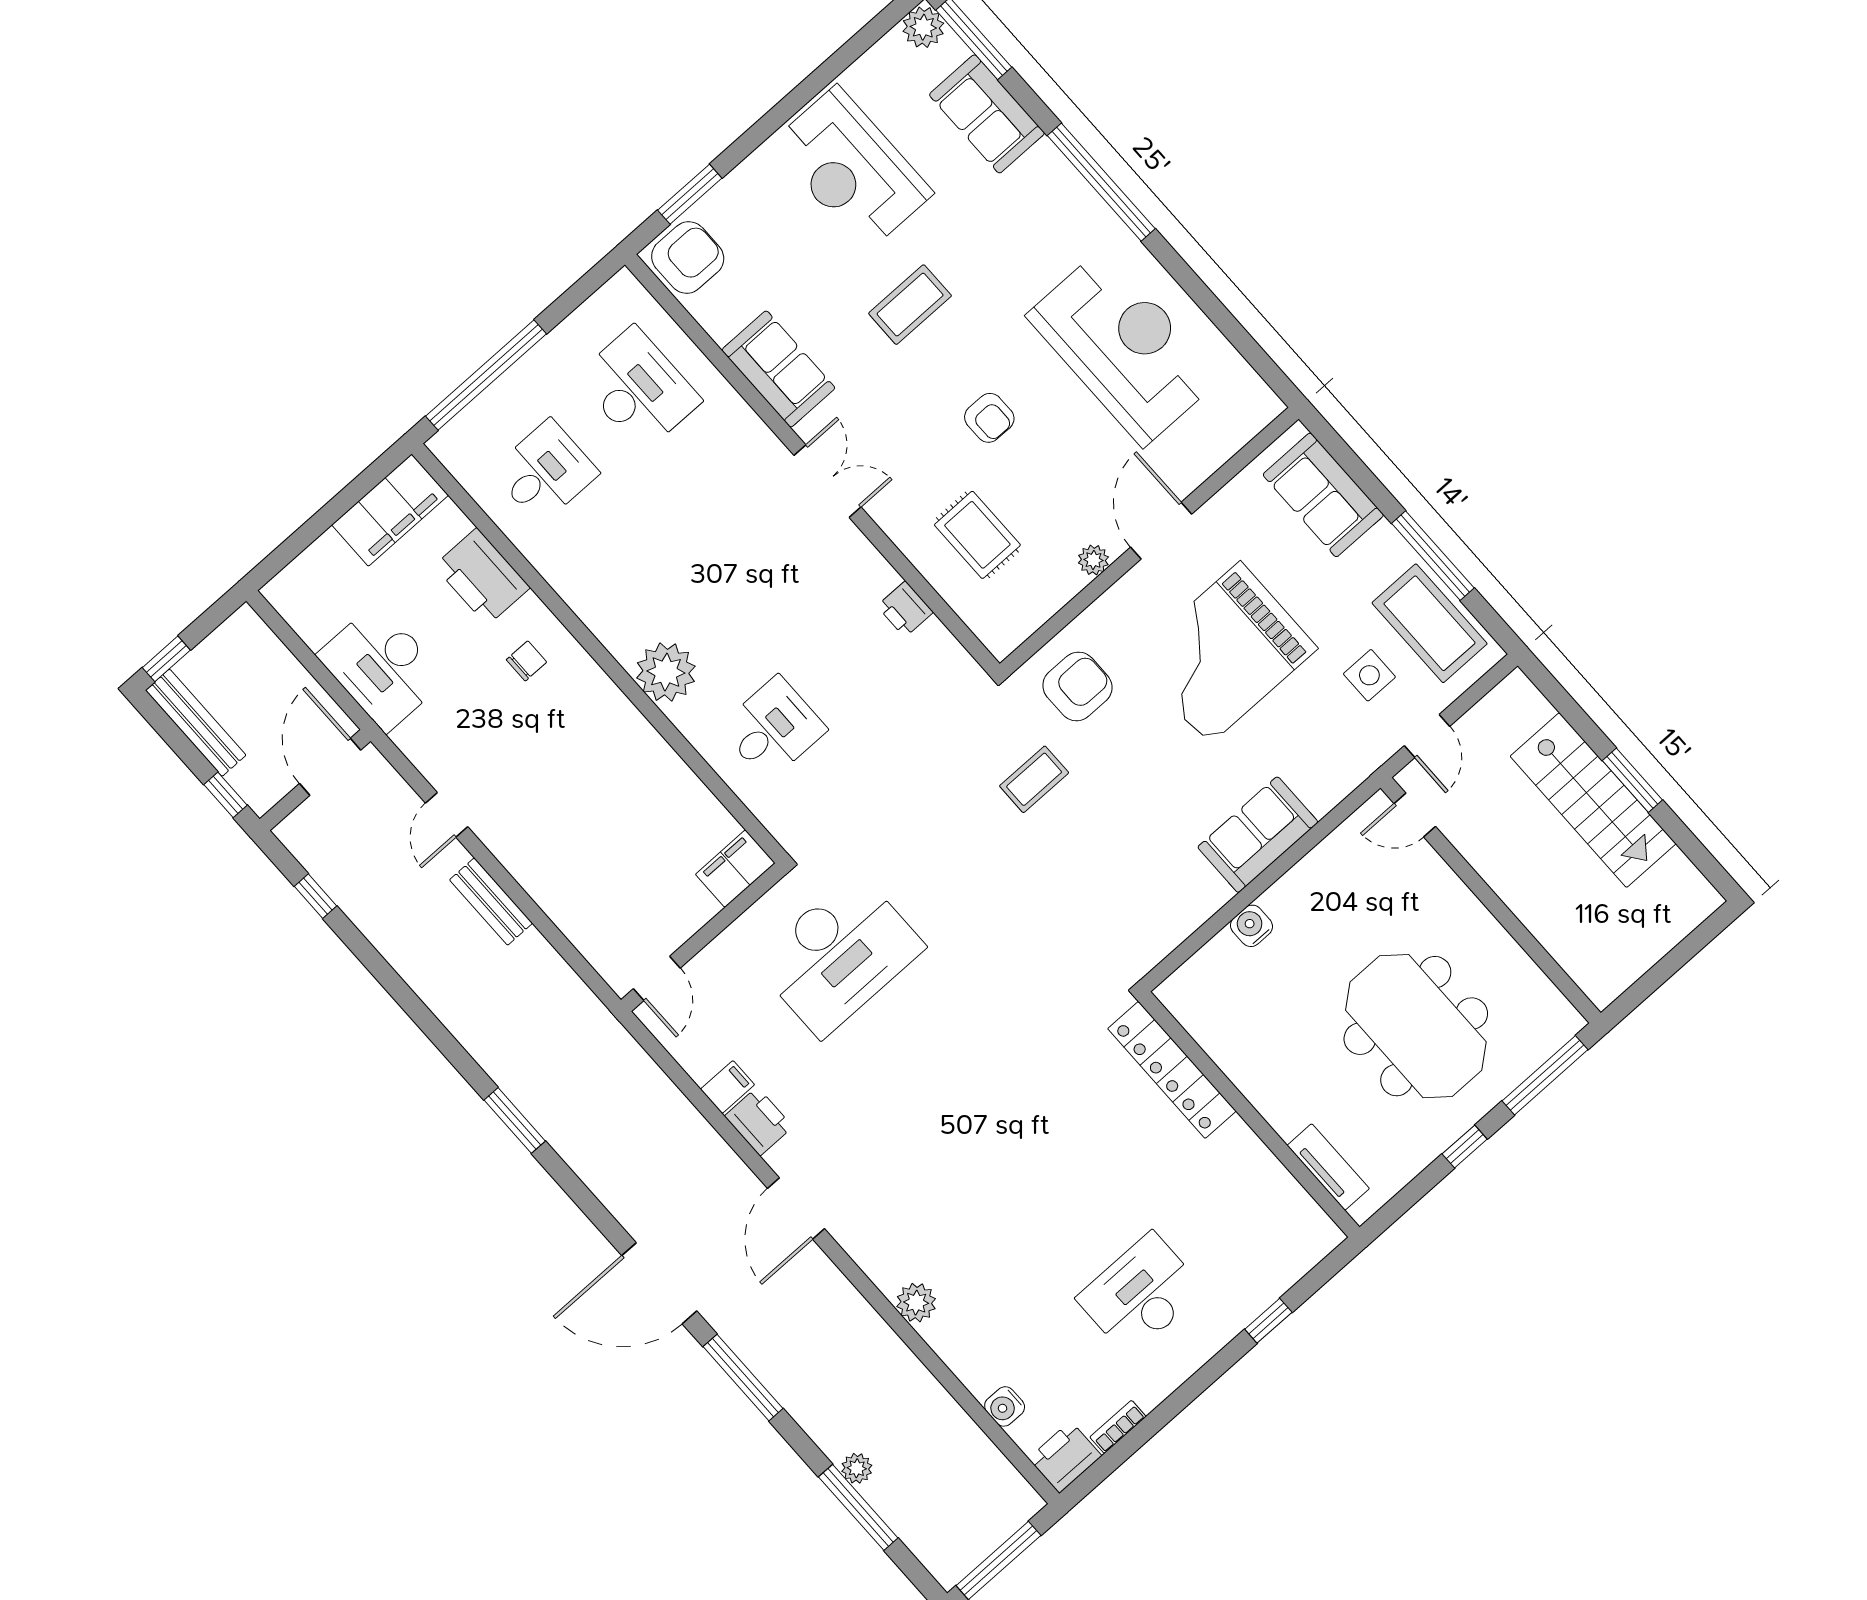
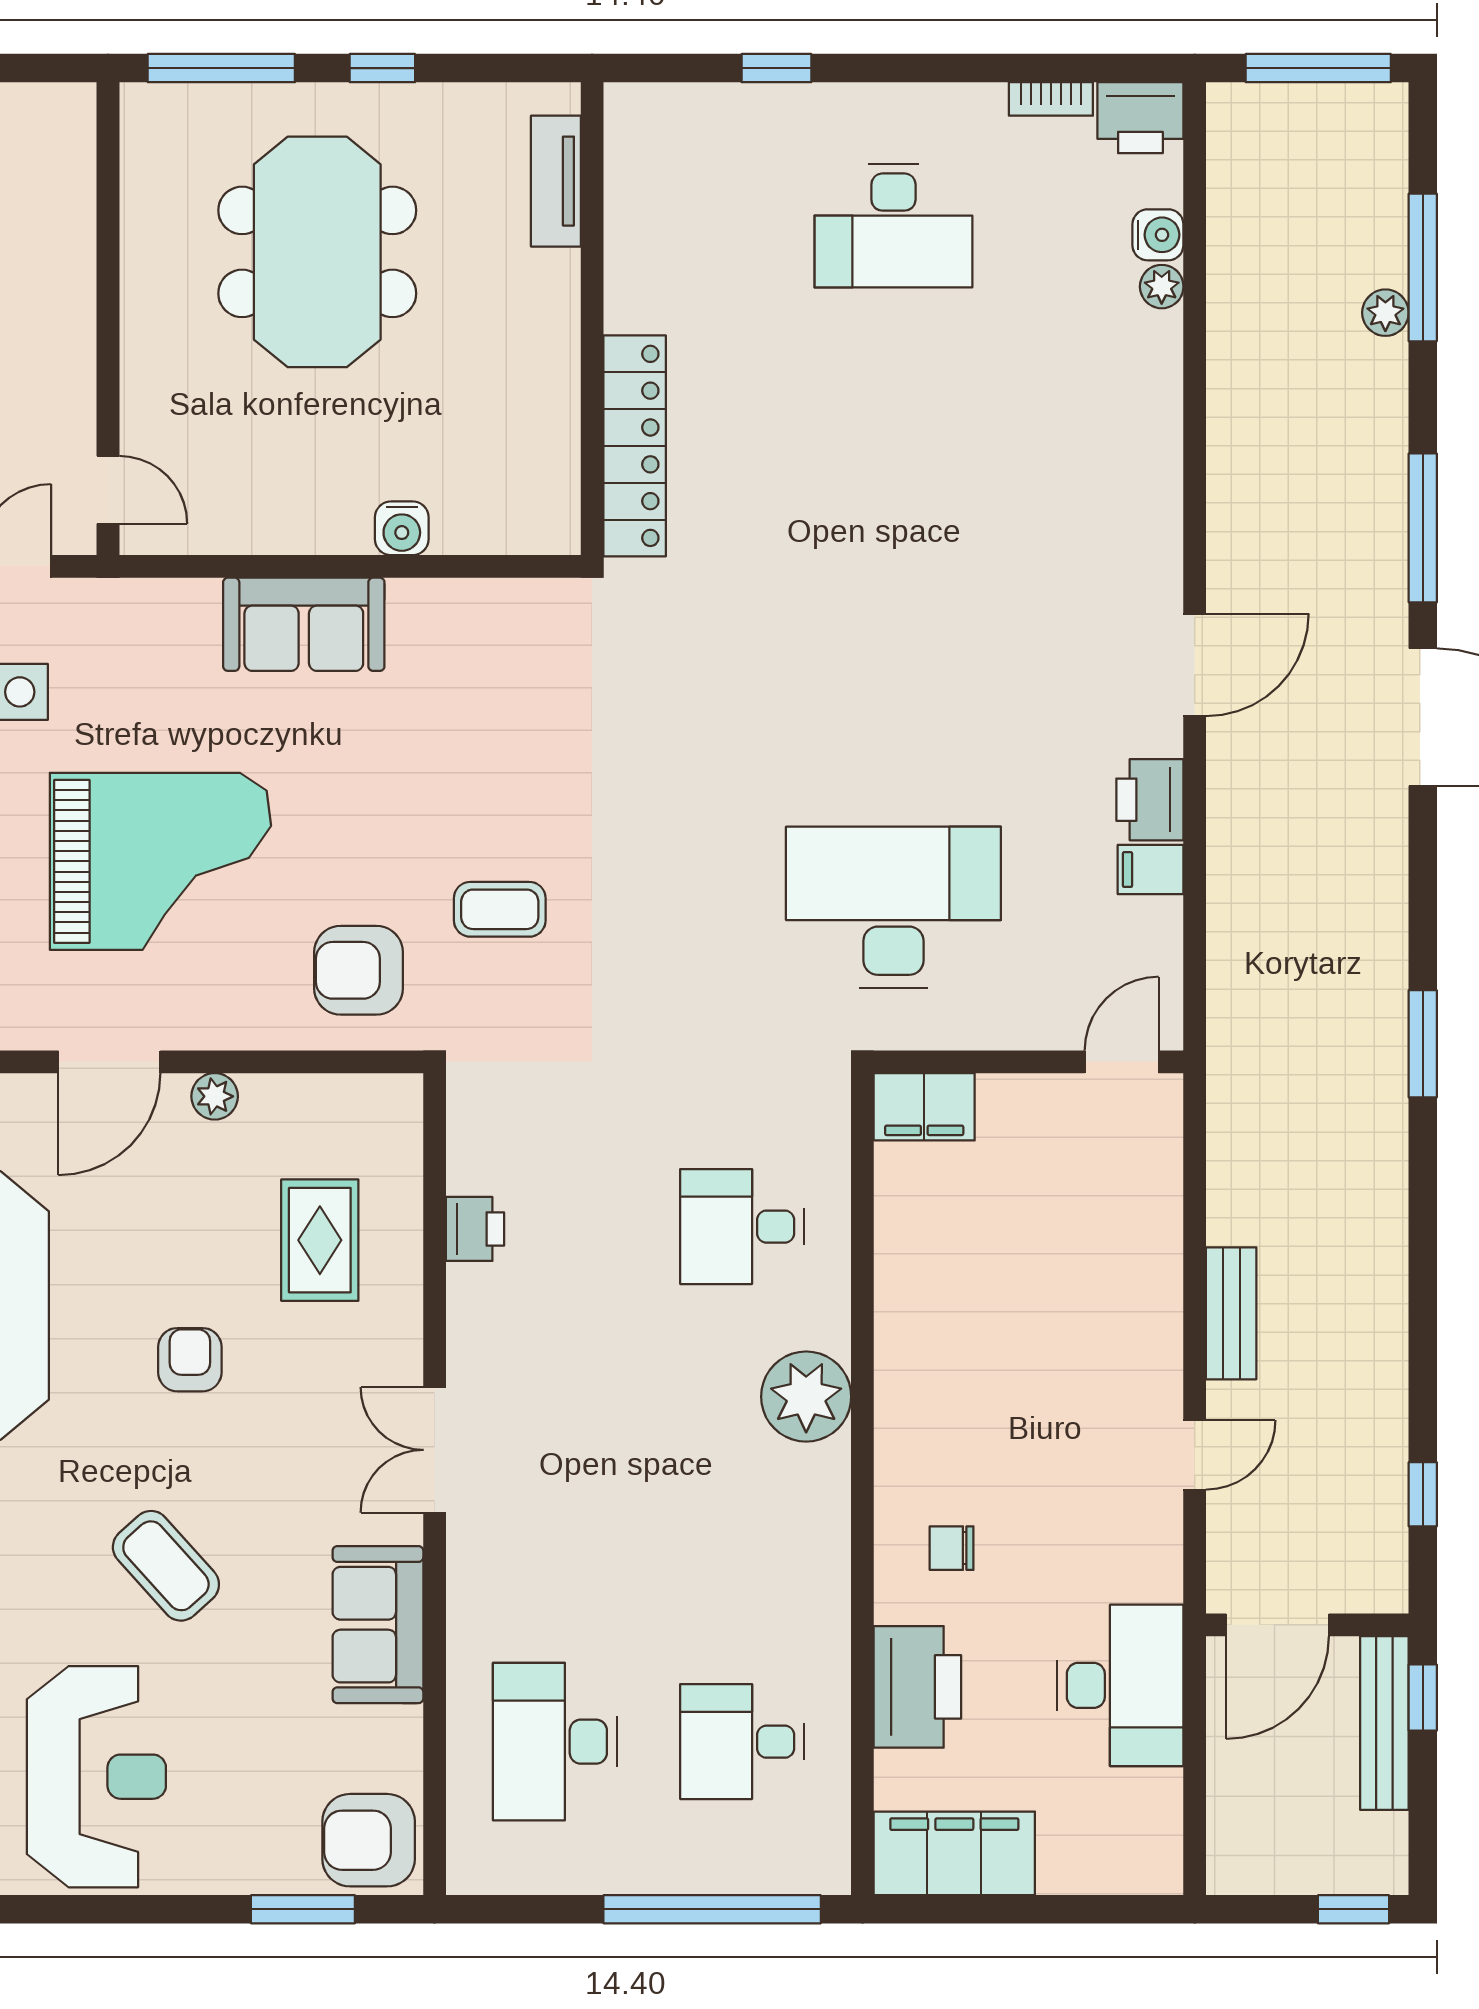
coffee table: (910, 305) -> (166, 1566), turned 48
bench: (196, 723) -> (1384, 1723), moved
plant: (916, 1303) -> (1162, 287), moved, width x0.73, depth x0.73

